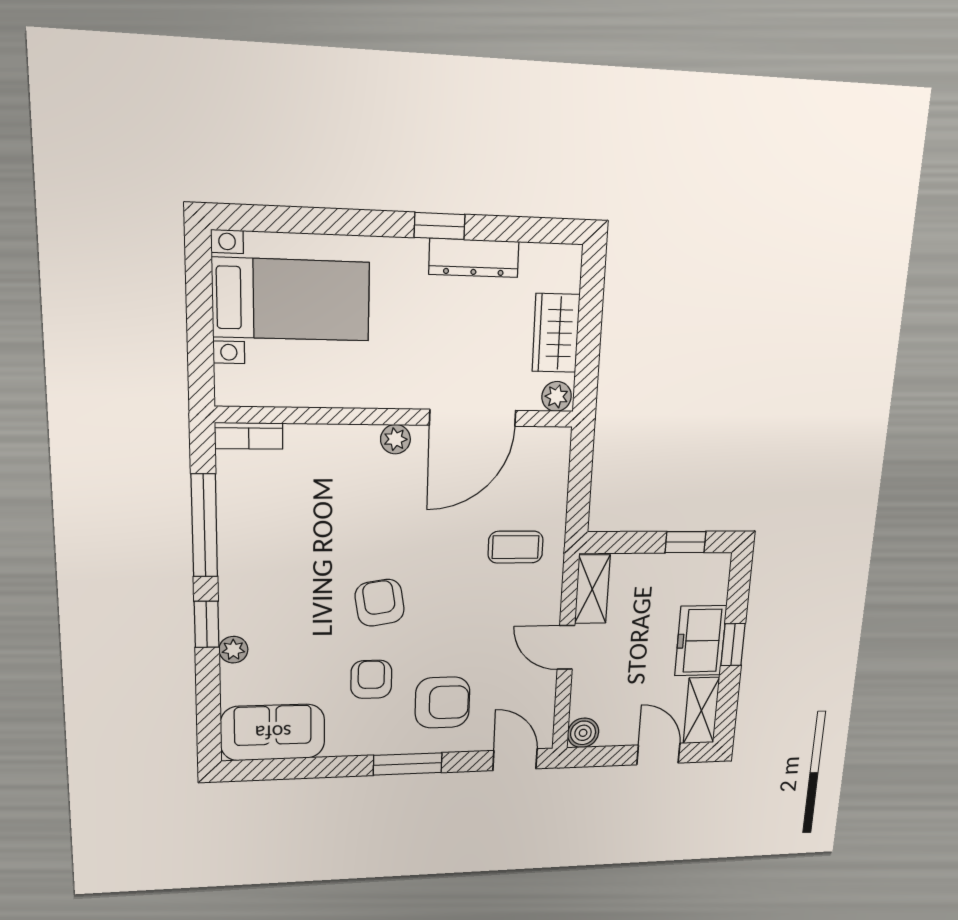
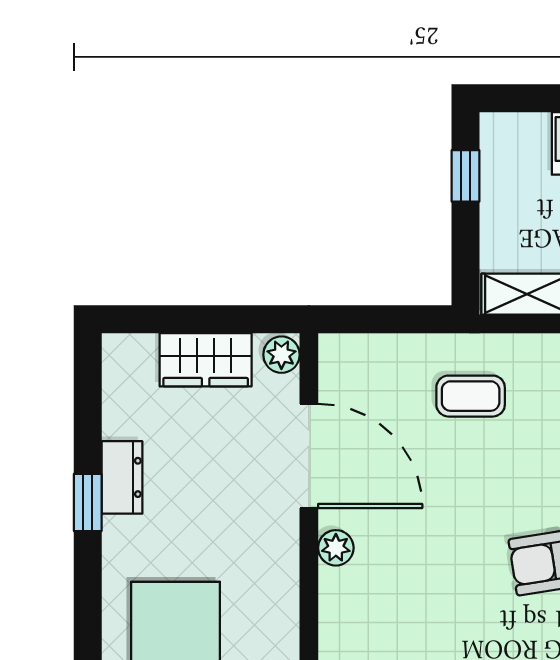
dresser: (474, 258) -> (122, 477), width x0.70
coffee table: (516, 547) -> (471, 396), turned 90

